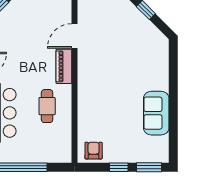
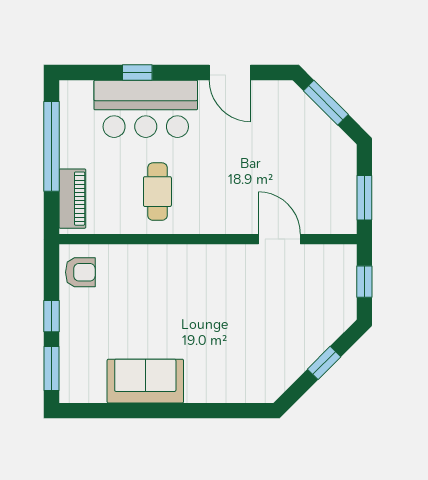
piano: (64, 66) -> (72, 199), moved, turned 90
cafe table: (47, 106) -> (157, 192), turned 90

